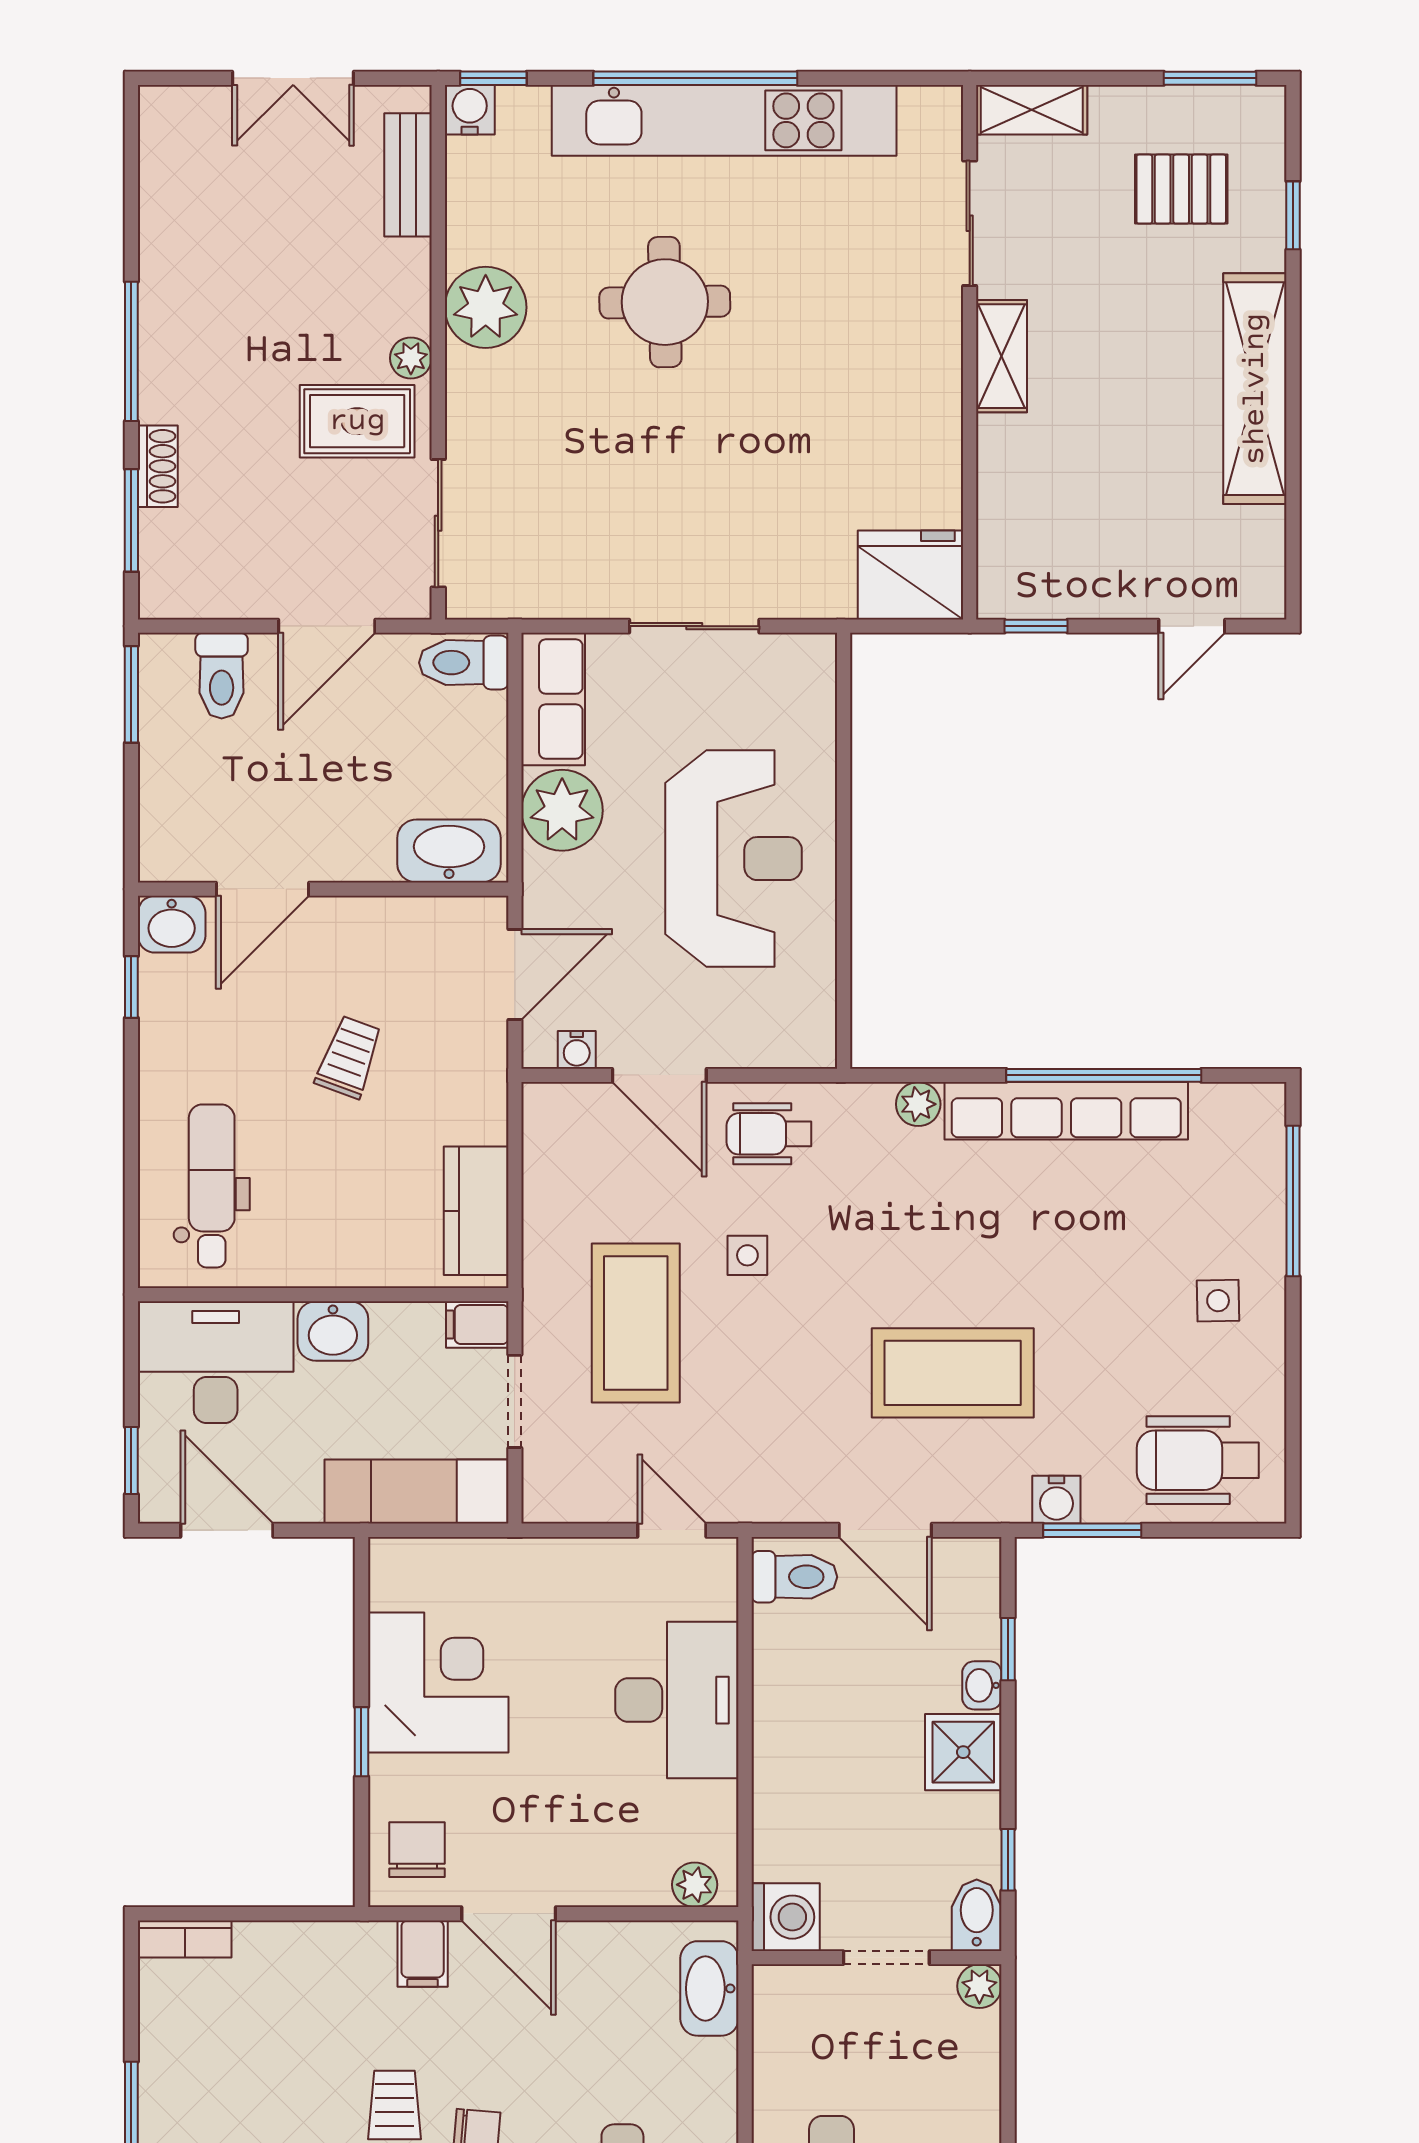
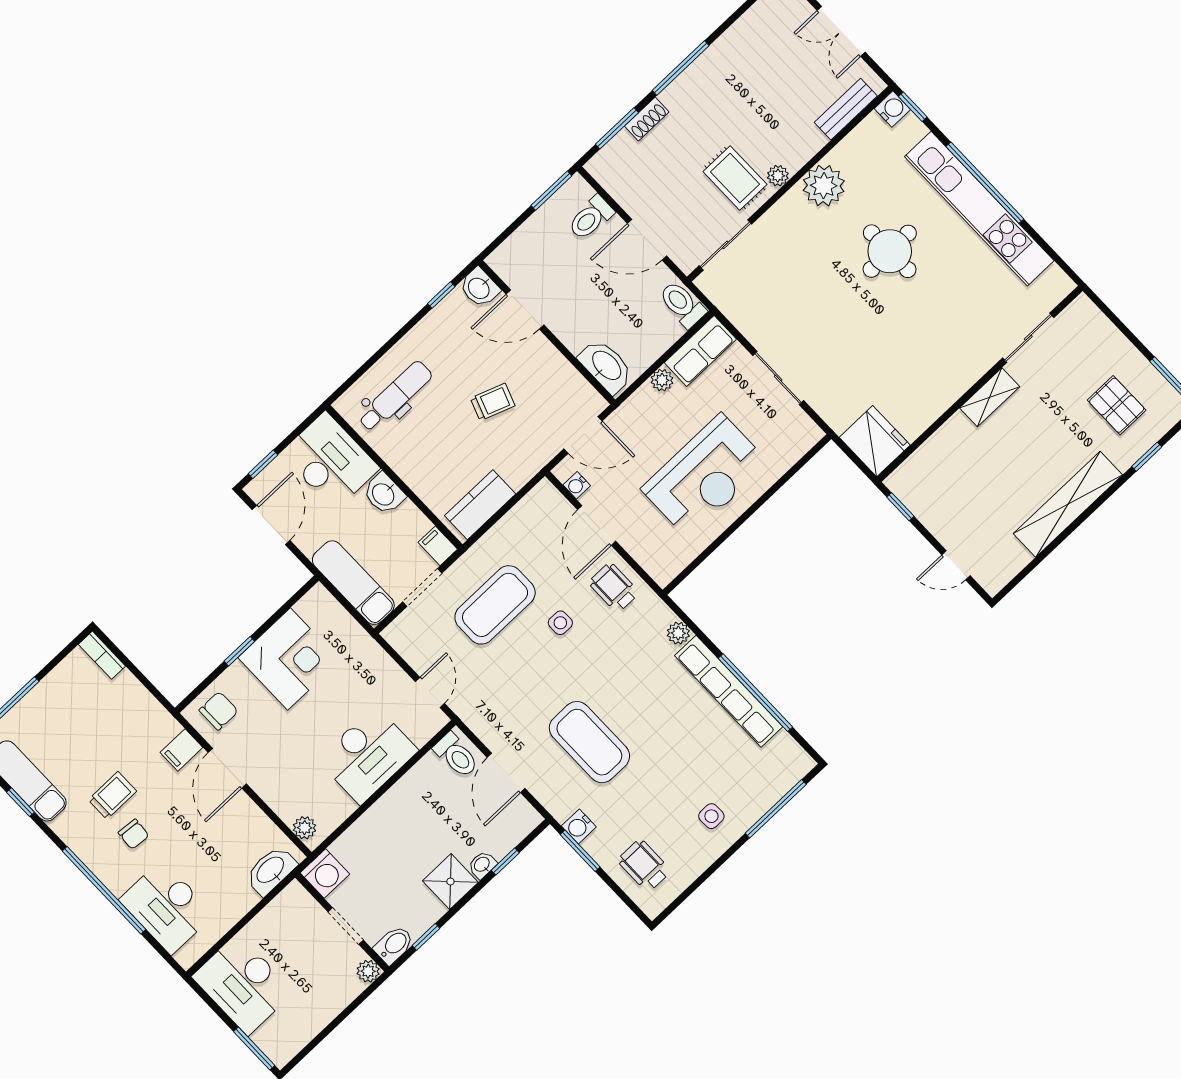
shelving: (1032, 110) -> (1093, 321), removed
plant: (562, 810) -> (662, 380), width x0.53, depth x0.53
wheelchair: (1198, 1460) -> (644, 866), width x0.73, depth x0.73

